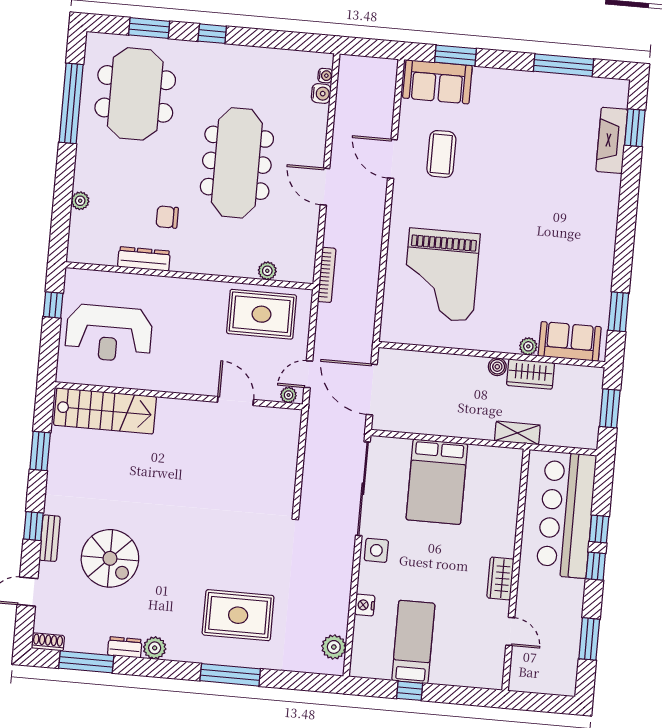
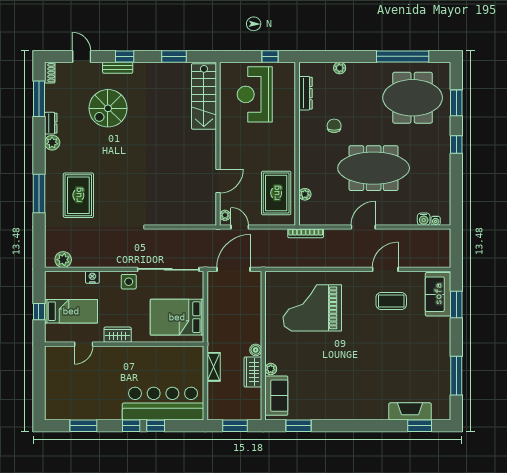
dresser: (144, 259) -> (305, 93), moved
wall: (516, 570) -> (124, 344), moved
wardrobe: (500, 578) -> (118, 335), moved
door: (510, 631) -> (84, 344), moved

